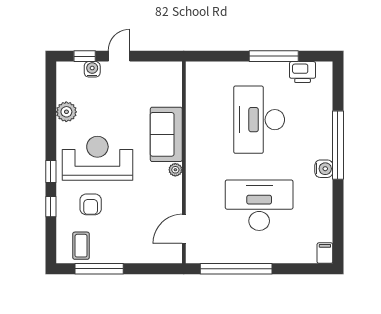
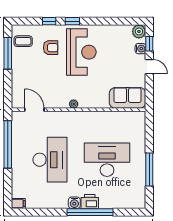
printer: (303, 72) -> (90, 202), moved, turned 90
plant: (66, 112) -> (139, 31), moved
sofa: (166, 134) -> (128, 98), moved
armchair: (91, 204) -> (51, 48), turned 180

